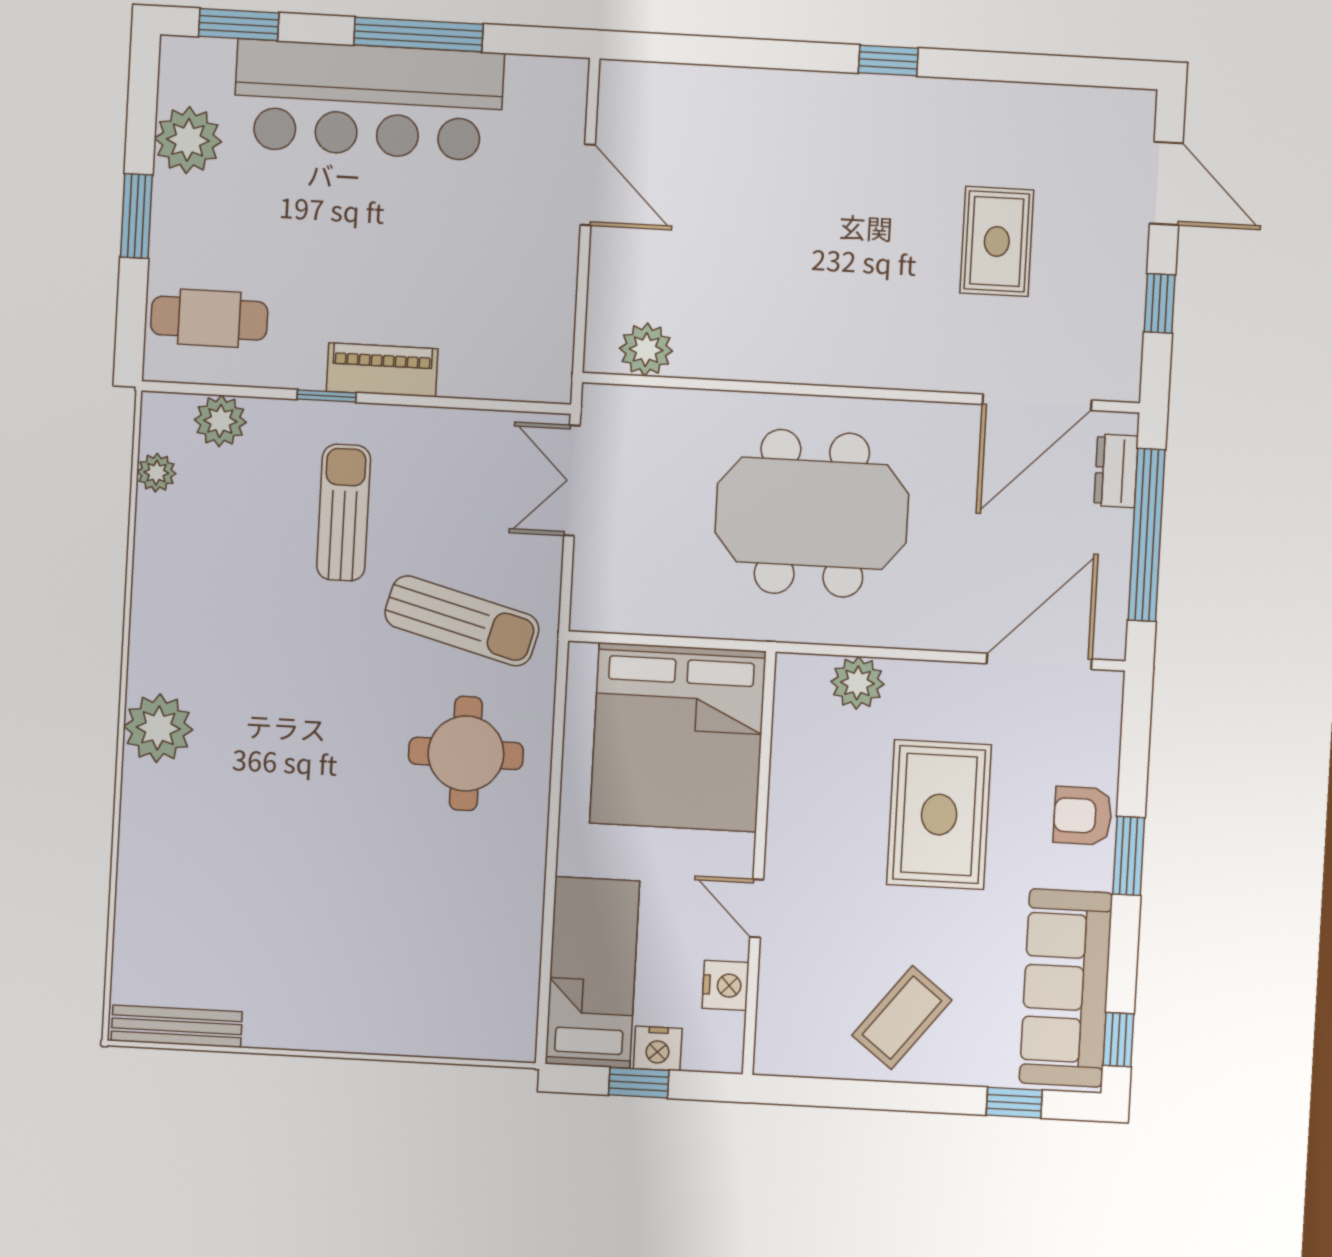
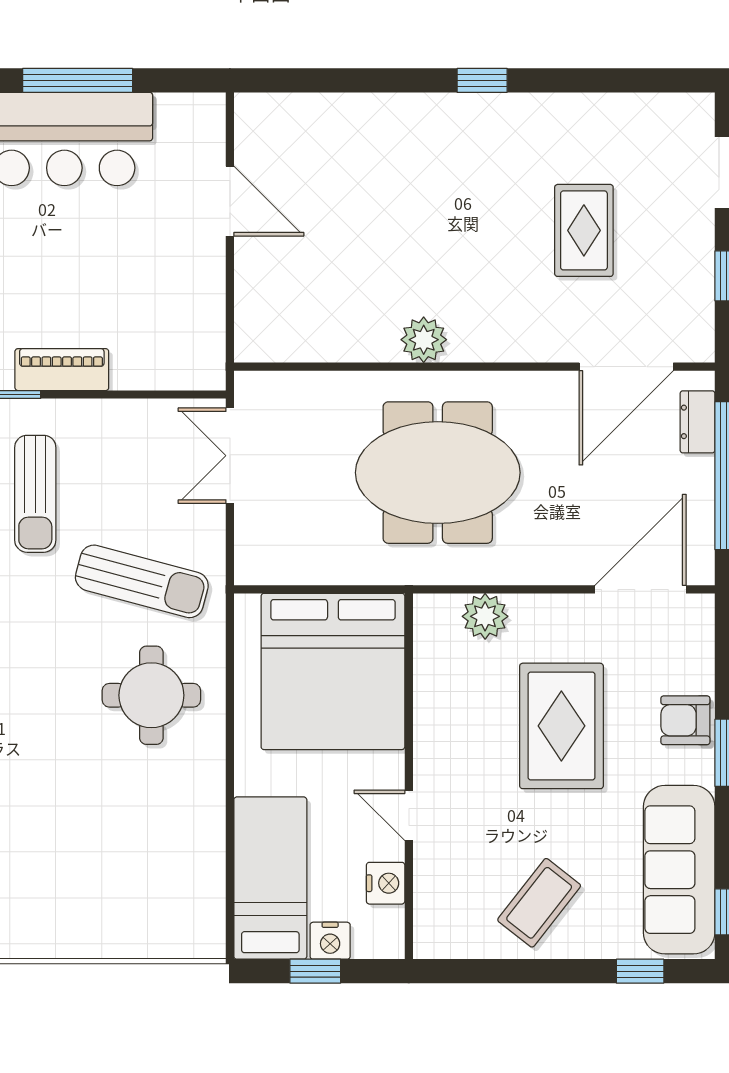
plant: (646, 350) -> (424, 340), moved
sun lounger: (344, 513) -> (35, 494), turned 180

